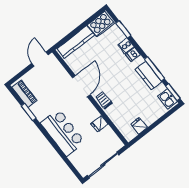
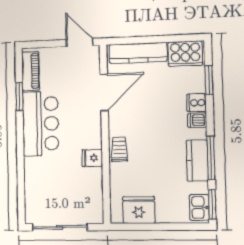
door: (40, 59) -> (80, 43), hinge flipped
door: (81, 86) -> (104, 92), moved
fridge: (100, 124) -> (92, 158), moved
fridge: (139, 126) -> (139, 210), width x1.88, depth x1.34
bar counter: (63, 132) -> (41, 124), moved

